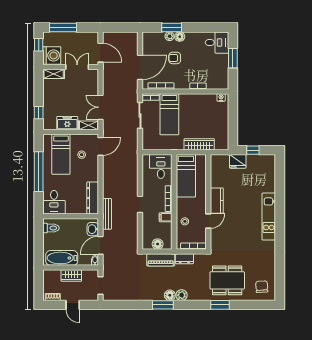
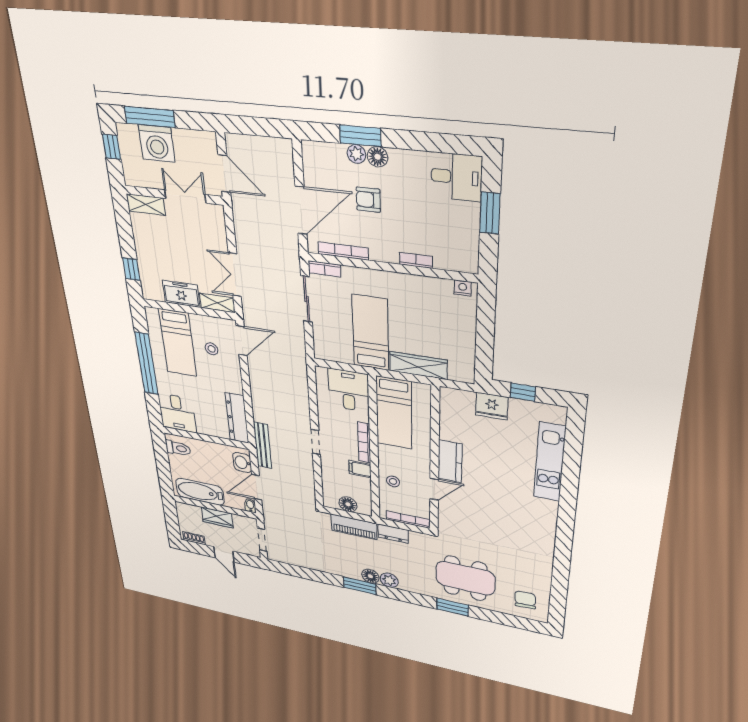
washing machine: (52, 55) -> (157, 144), moved, turned 90
bed: (169, 114) -> (370, 333), moved, turned 180
kitchen unit: (269, 217) -> (550, 462), moved

